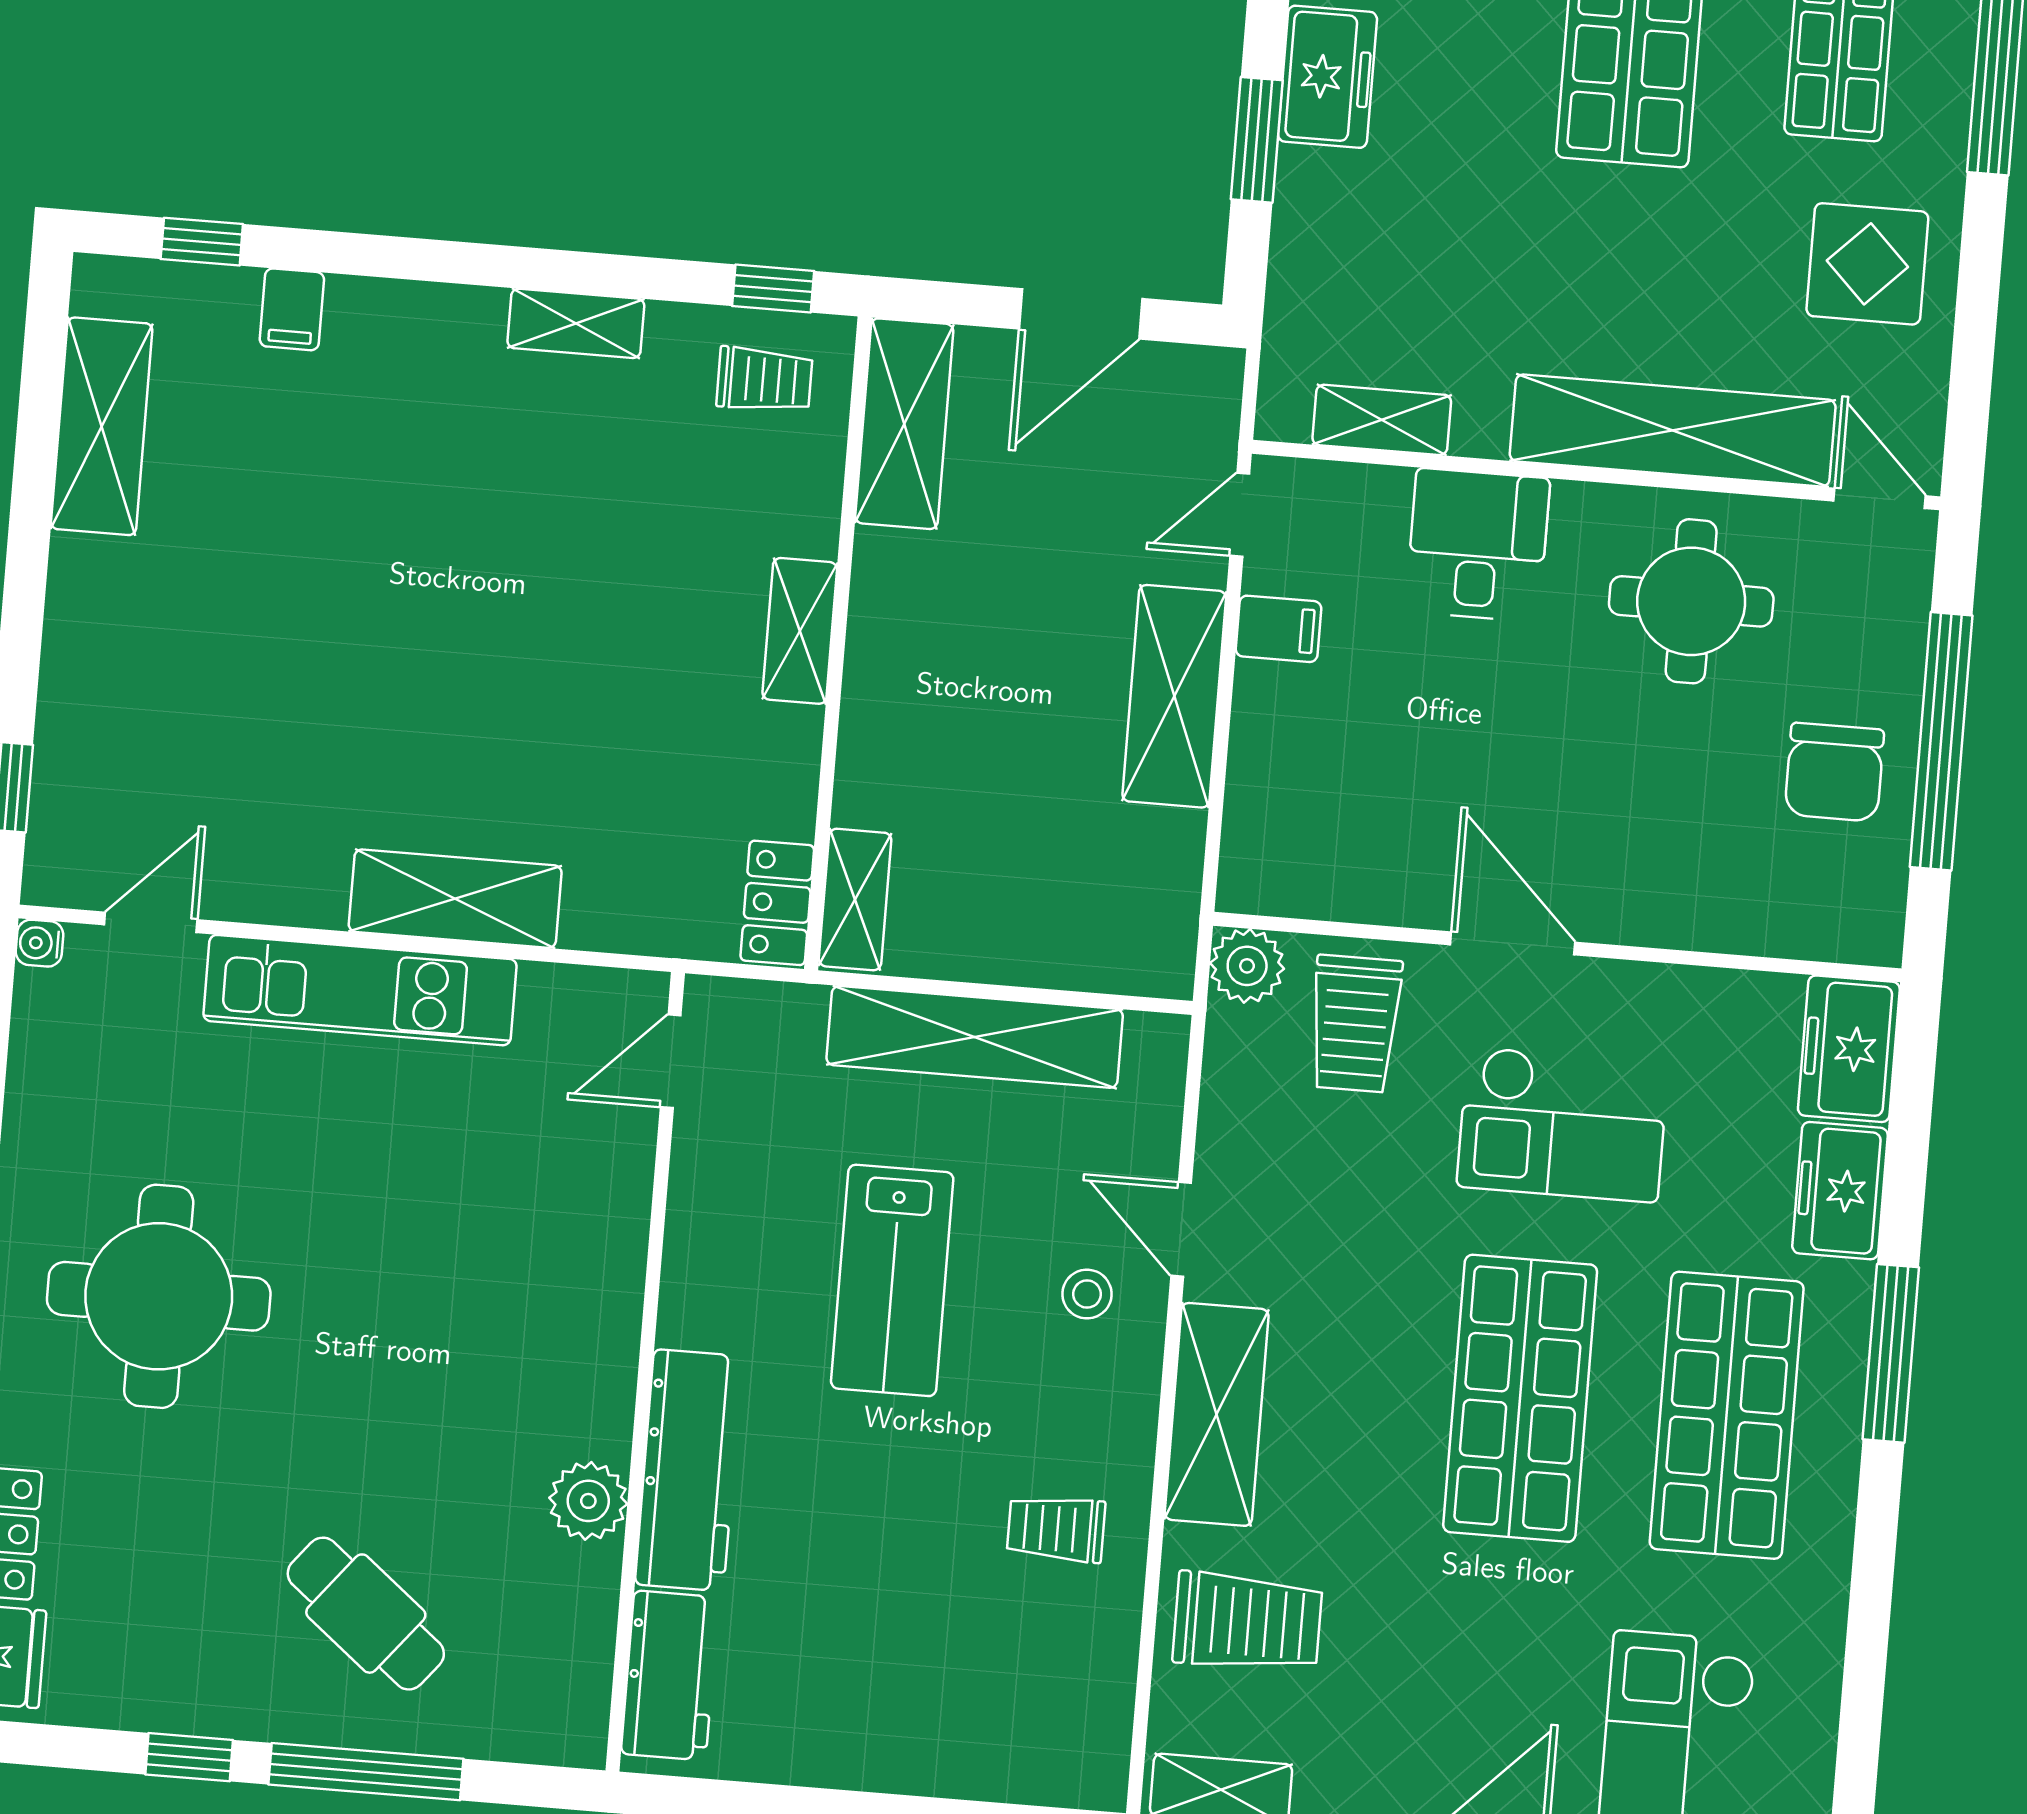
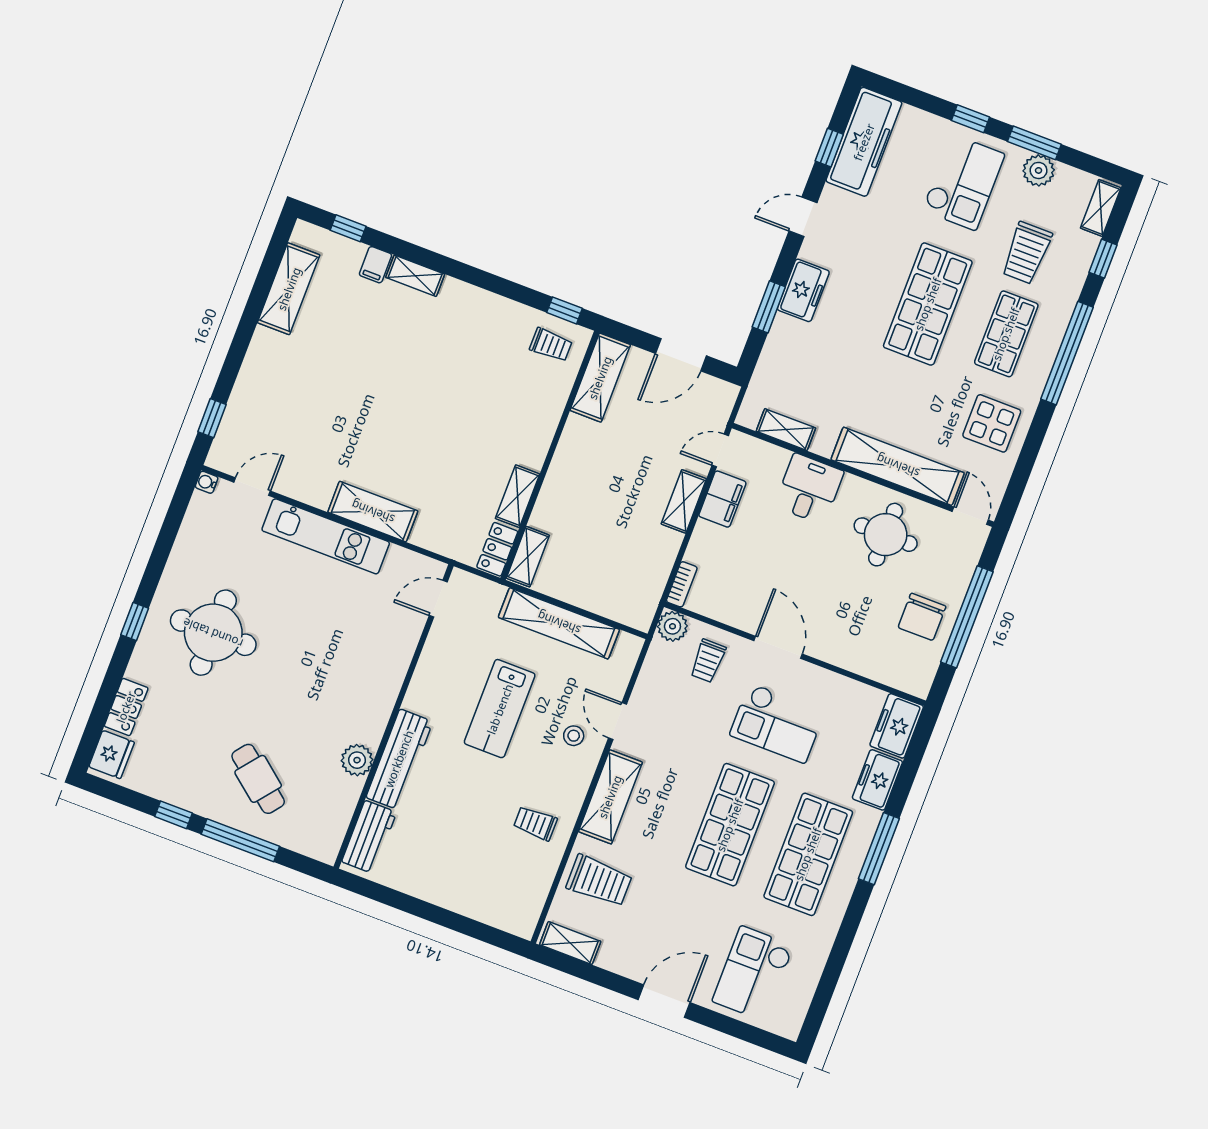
shelving: (576, 323) -> (415, 276), moved
filing cabinet: (1278, 629) -> (722, 499), width x2.00
shelving: (800, 631) -> (517, 496), moved
shelving: (1174, 696) -> (684, 501), width x0.67, depth x0.75
bookcase: (1240, 860) -> (682, 584), added
trolley: (1355, 1024) -> (708, 661), width x0.73, depth x0.72

